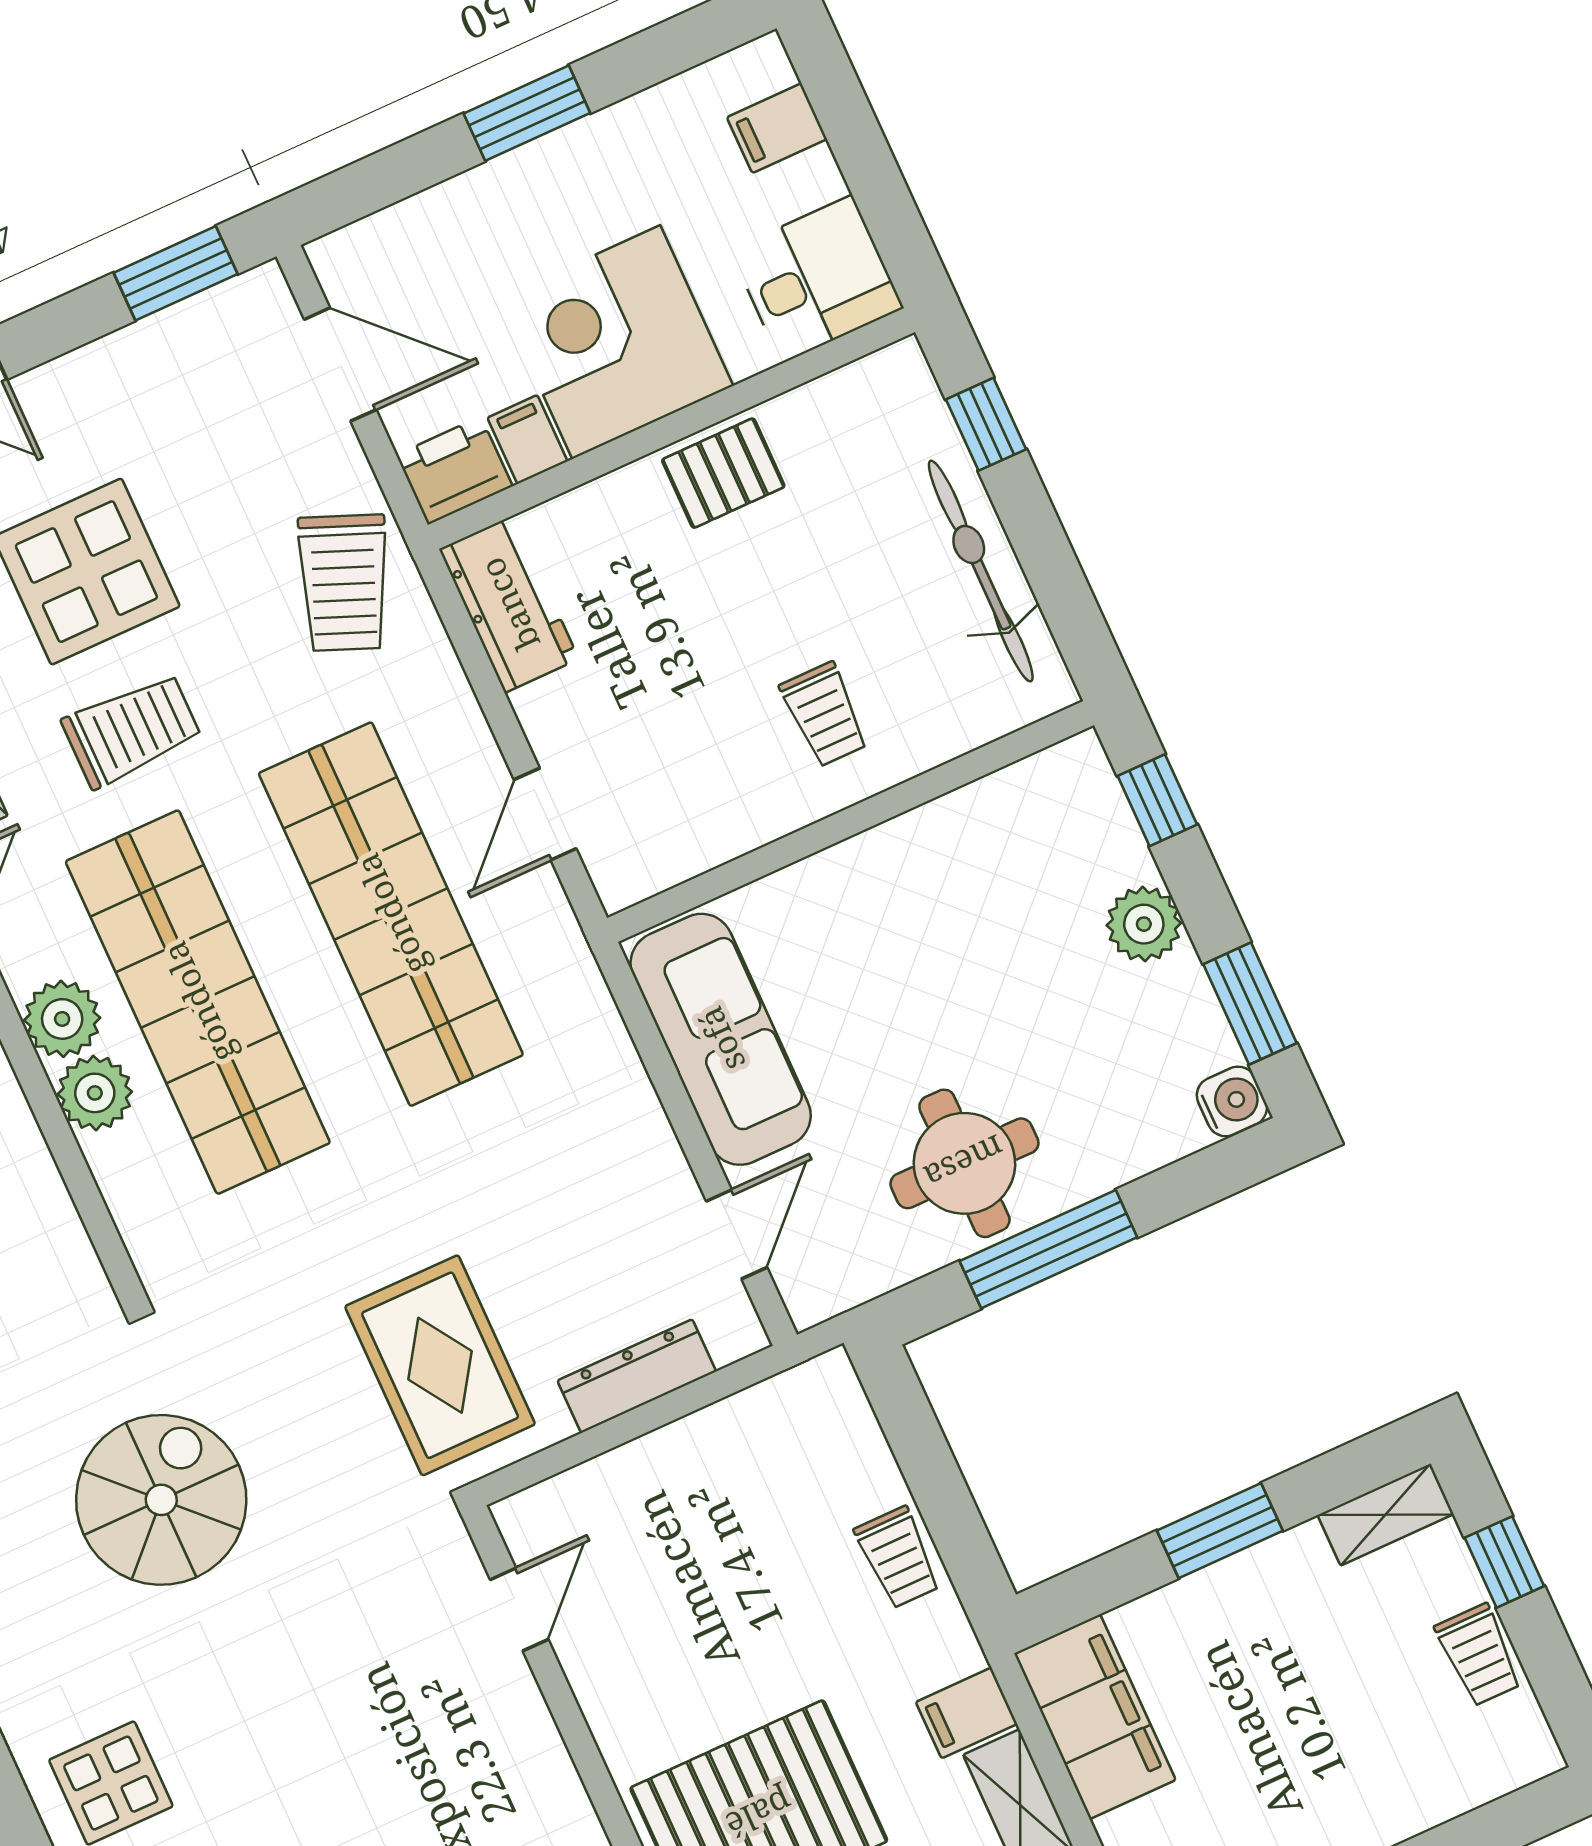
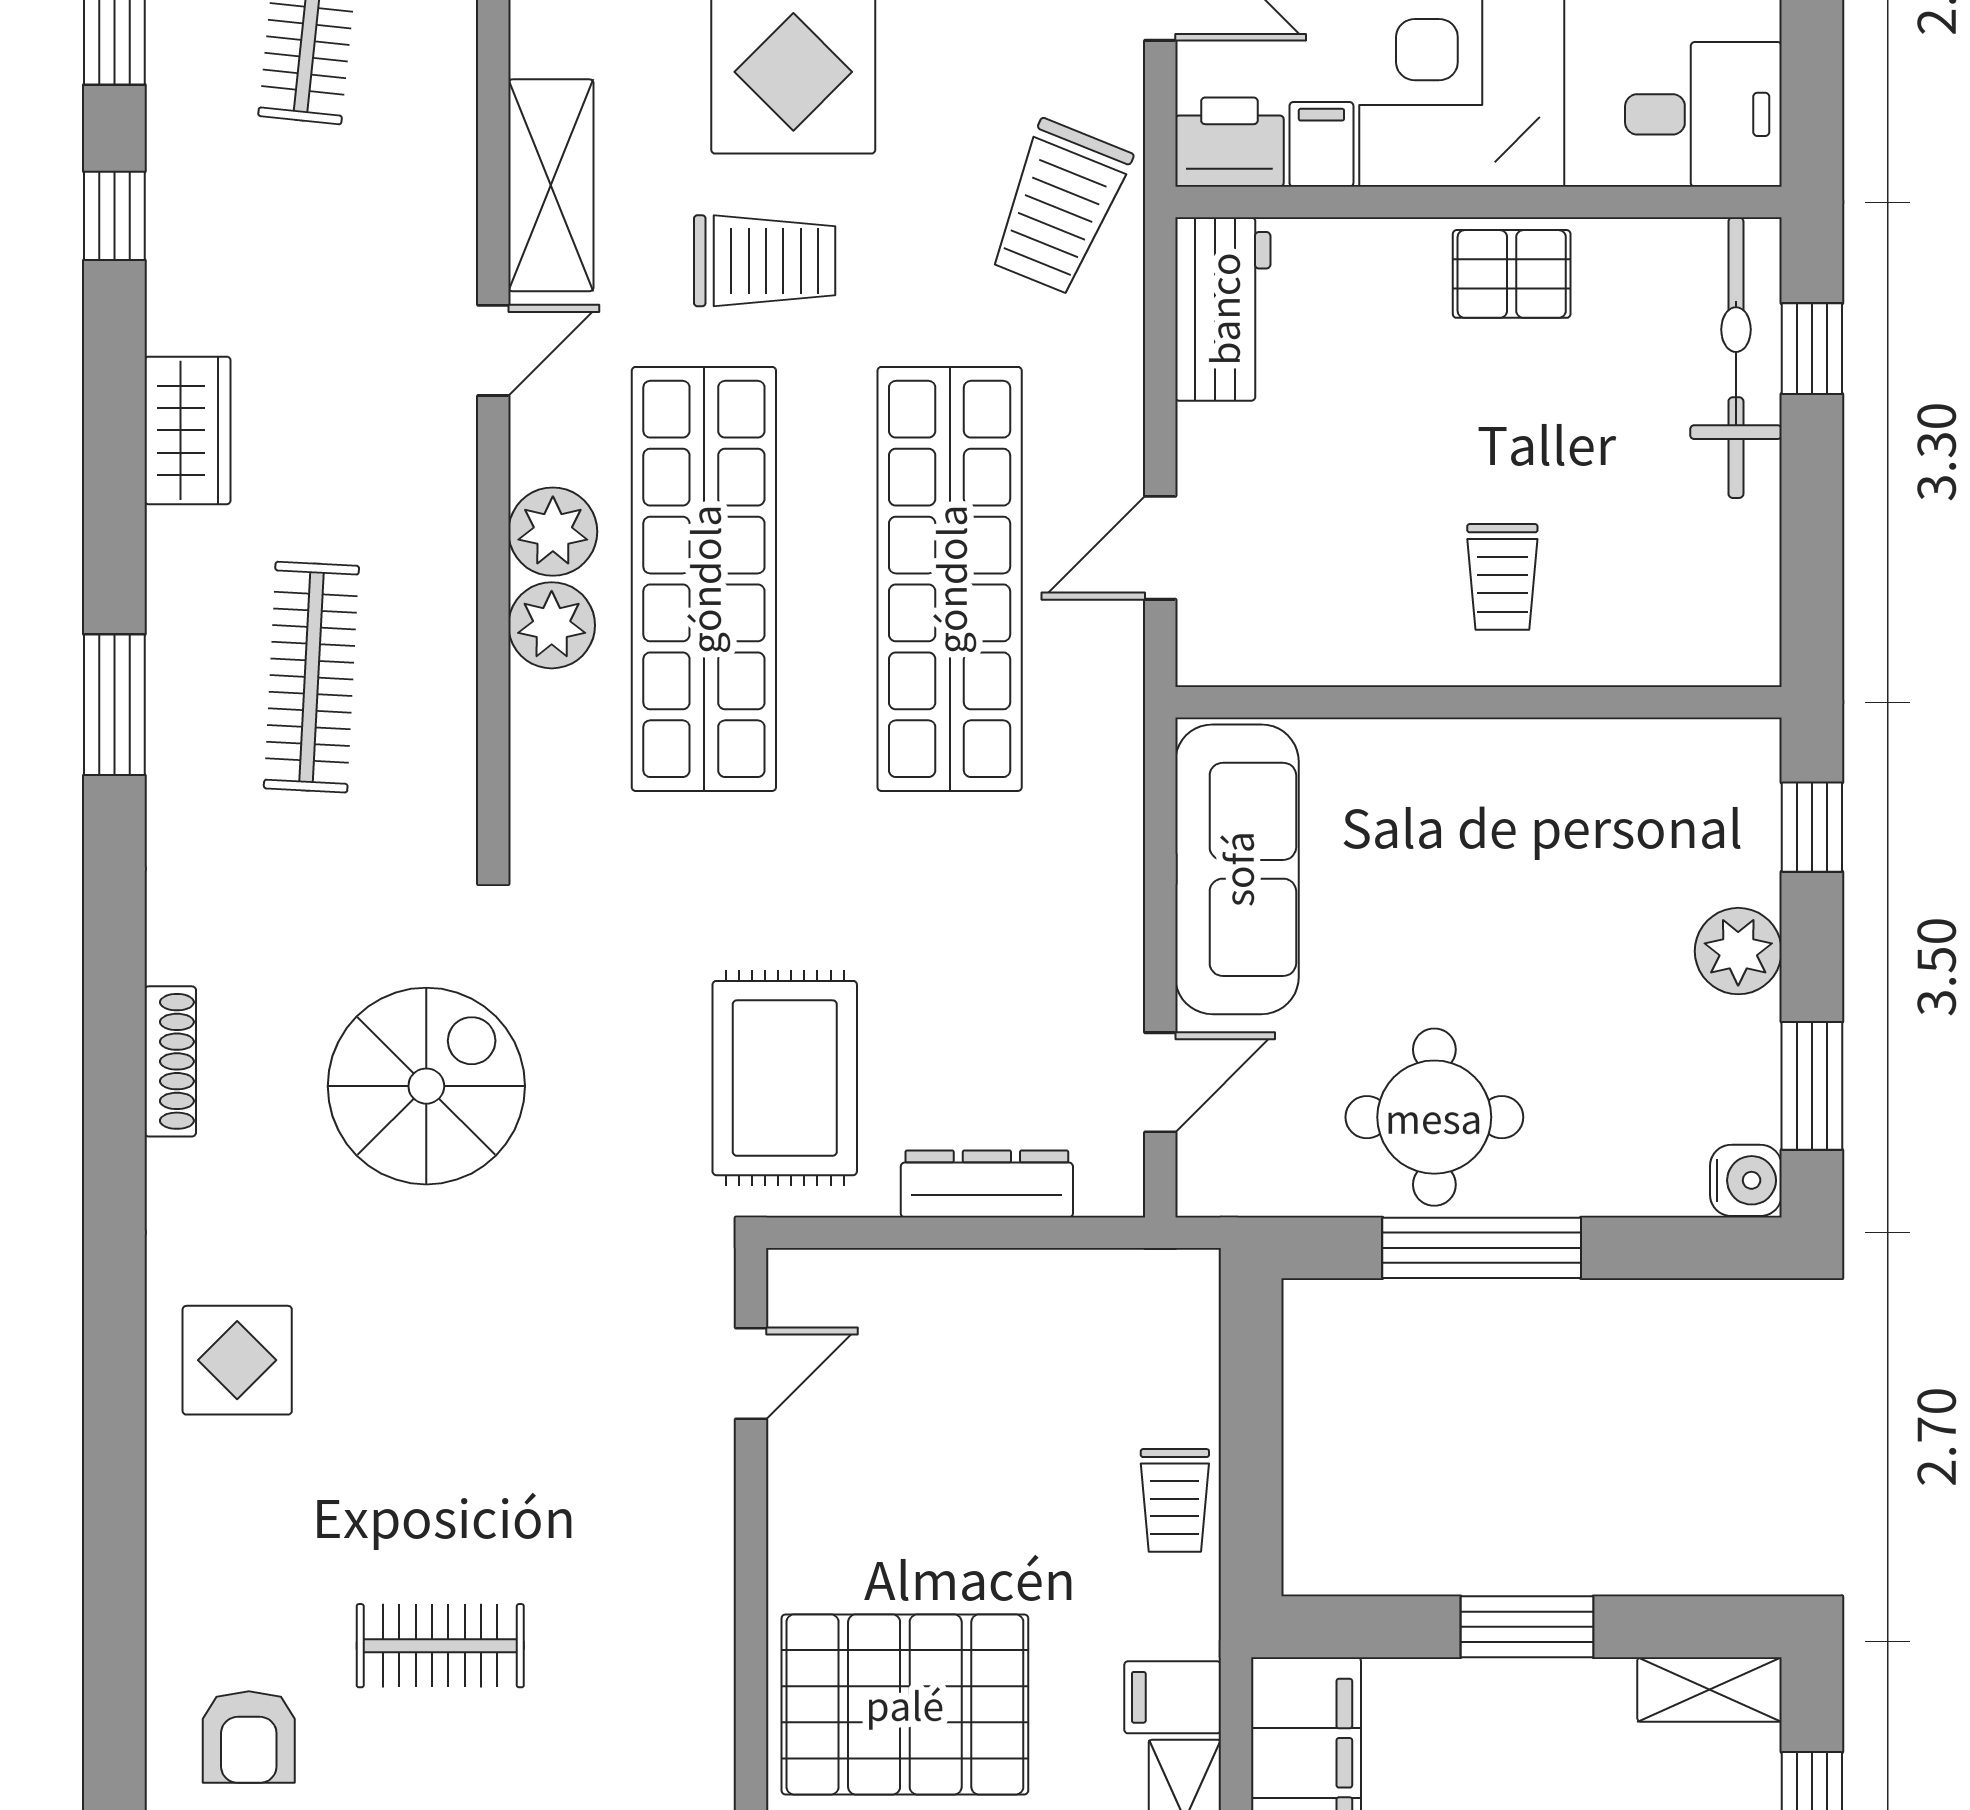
bicycle: (981, 571) -> (1736, 358), moved

